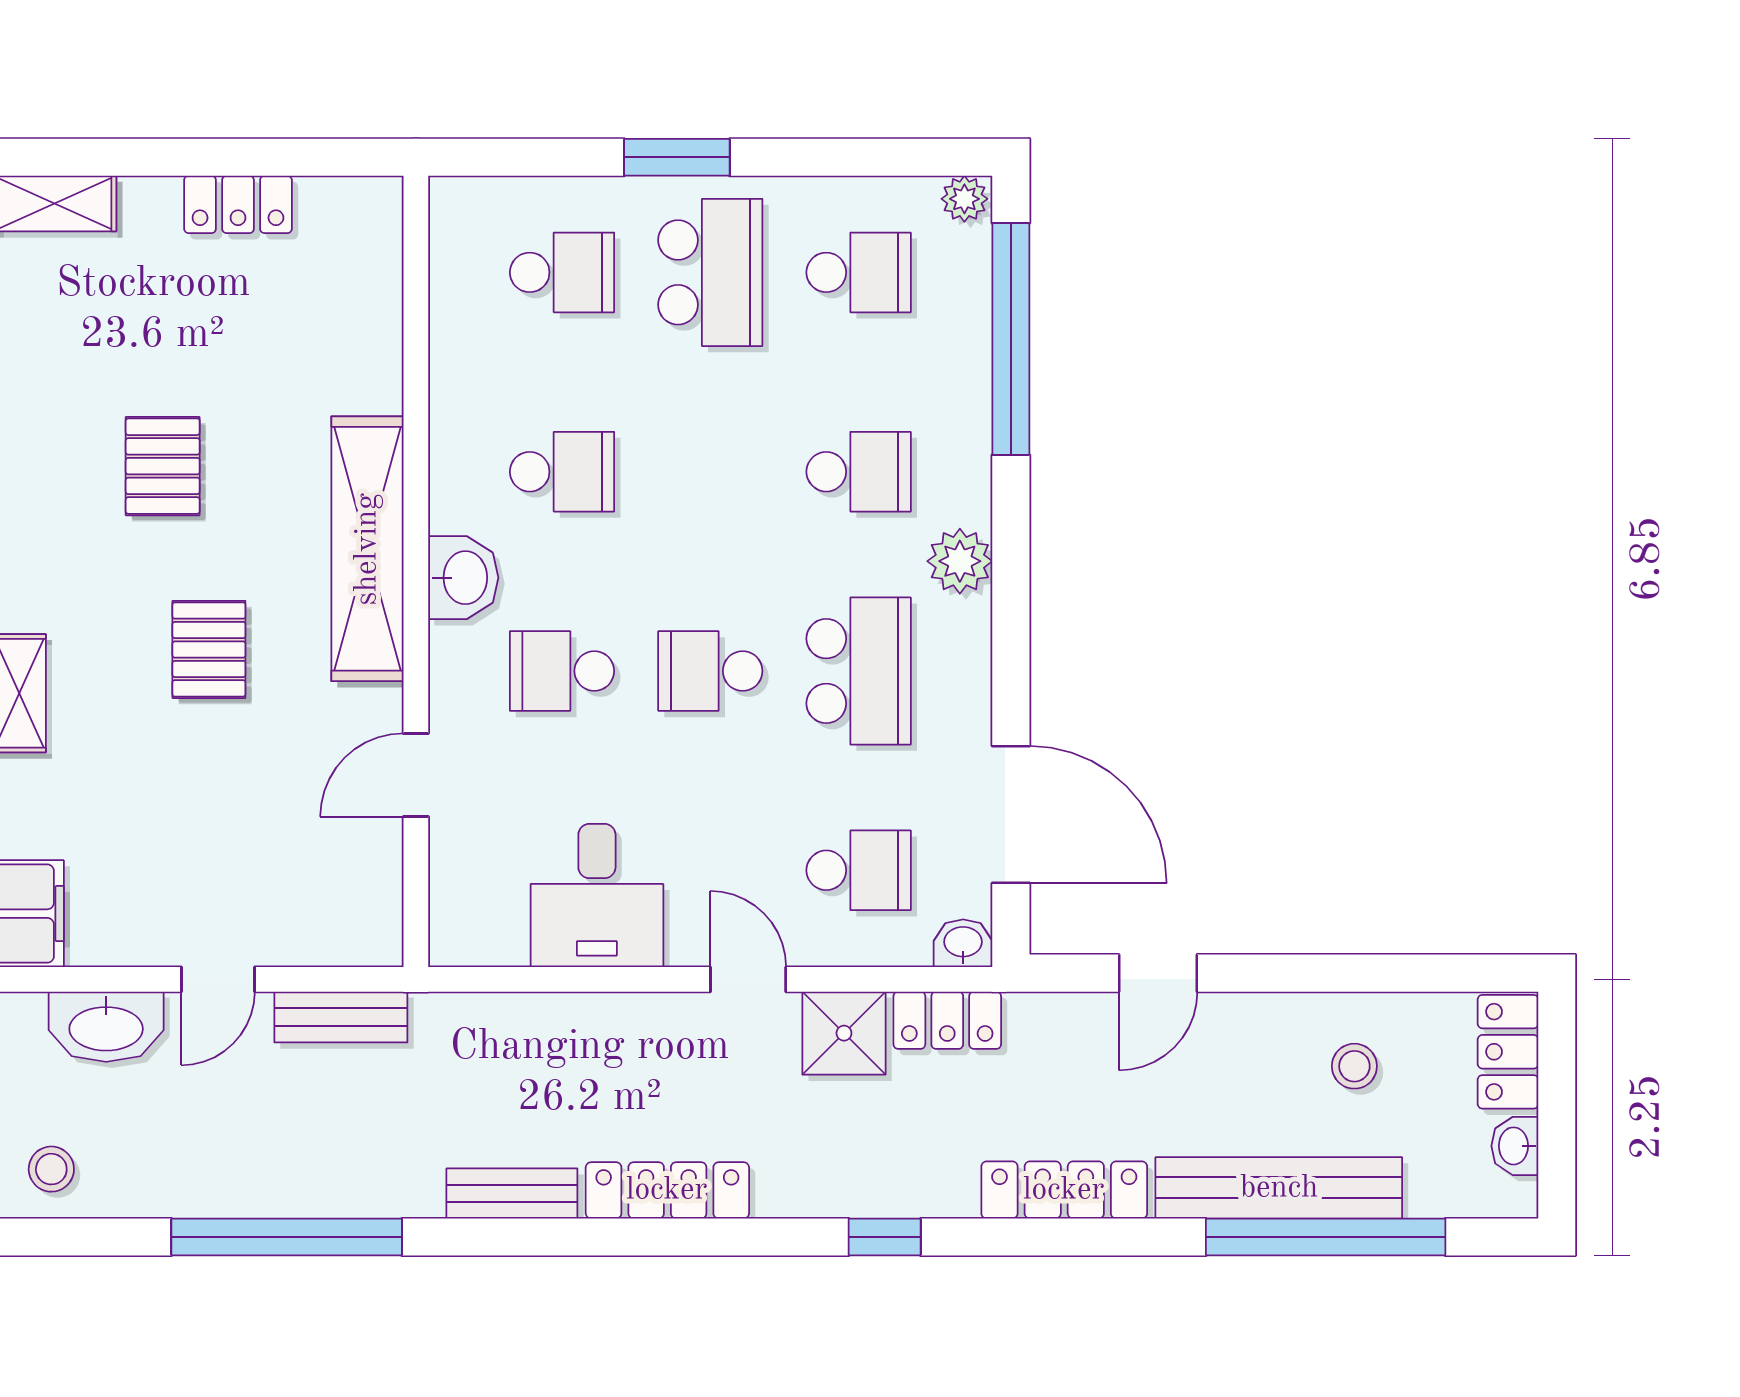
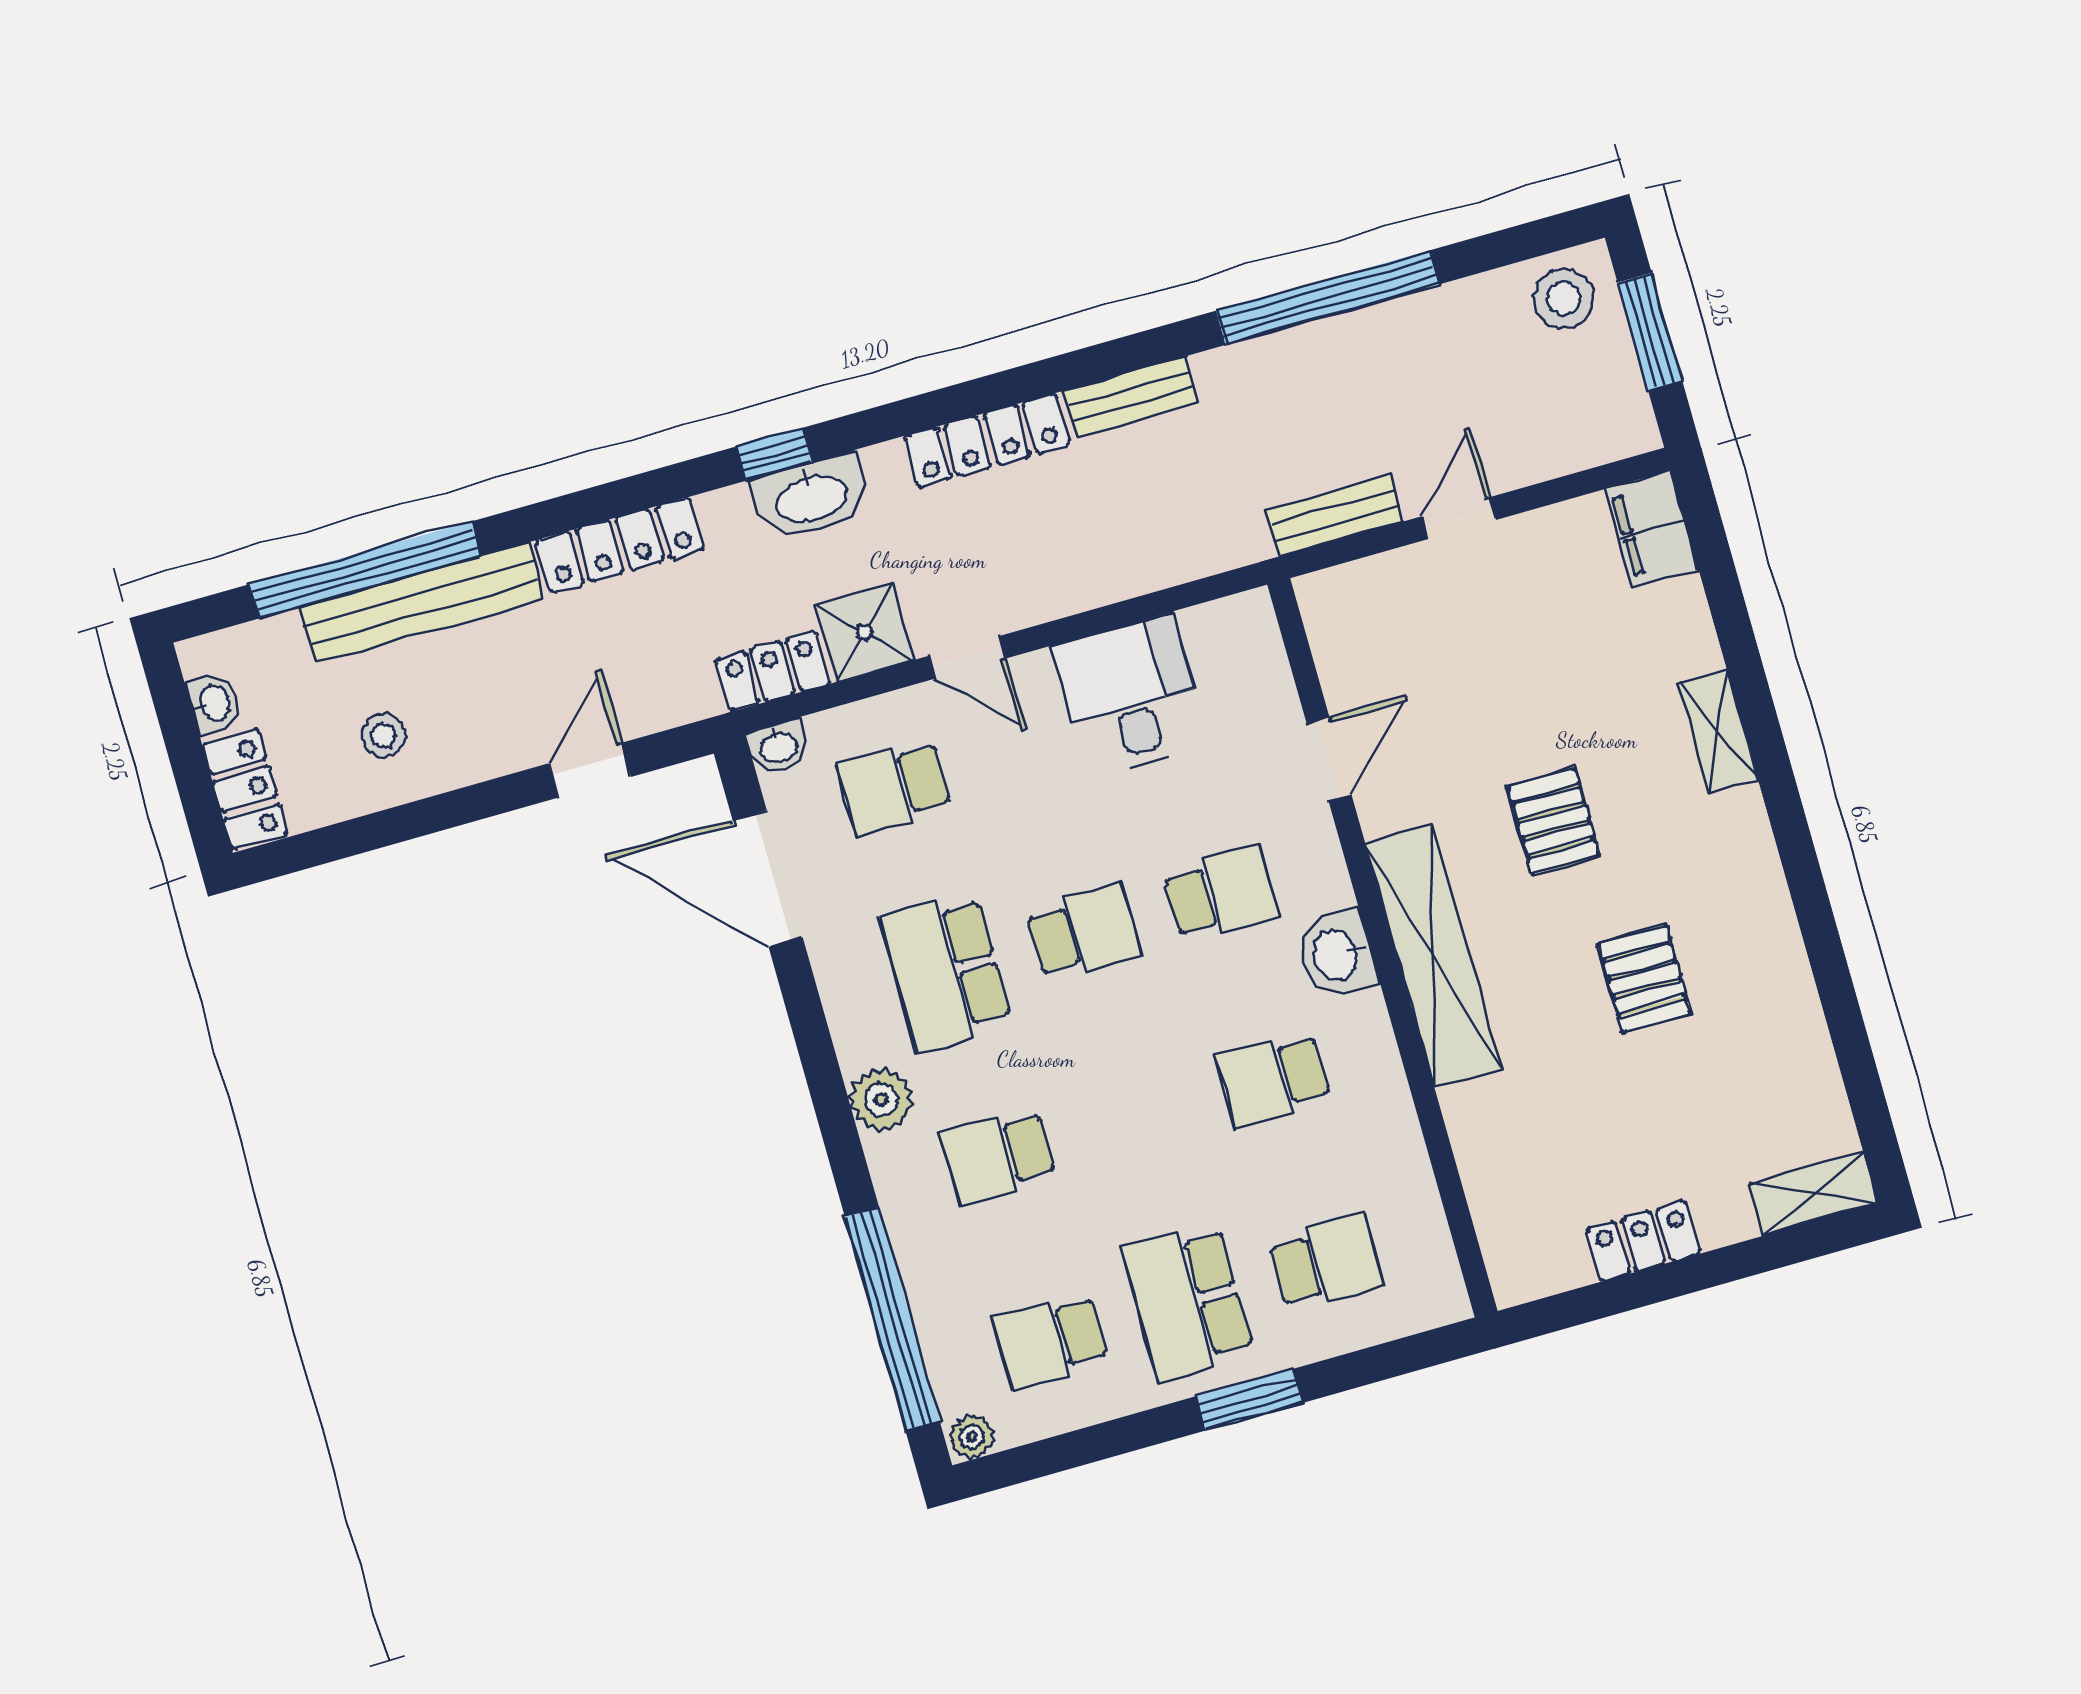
school desk: (562, 272) -> (1325, 1263), turned 180
washbasin: (106, 1027) -> (811, 497), moved, turned 180
stool: (51, 1169) -> (1563, 299), width x1.37, depth x1.37

